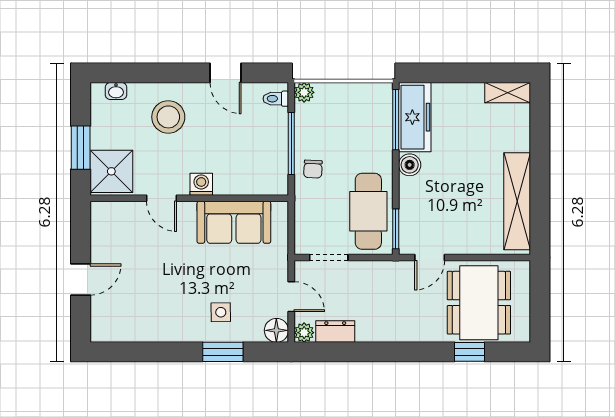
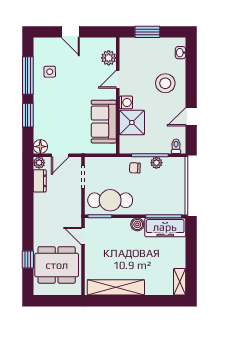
plant: (304, 92) -> (156, 163), moved
shower: (111, 171) -> (132, 123), moved
plant: (125, 214) -> (109, 58), added
side table: (221, 312) -> (50, 72), moved
window: (155, 352) -> (28, 75), added

